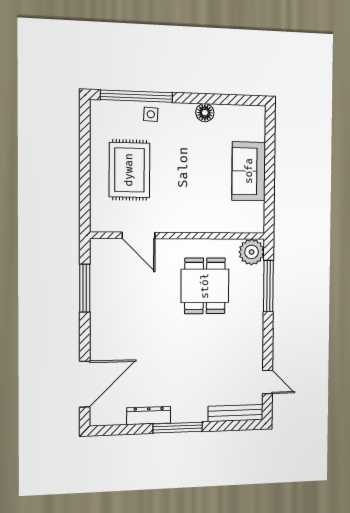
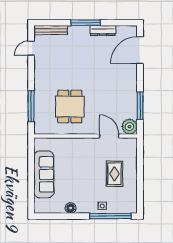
rug: (129, 170) -> (114, 174), width x0.73, depth x0.70
sofa: (249, 171) -> (44, 174), width x1.36
plant: (252, 252) -> (129, 127), moved
door: (267, 382) -> (31, 48), hinge flipped

